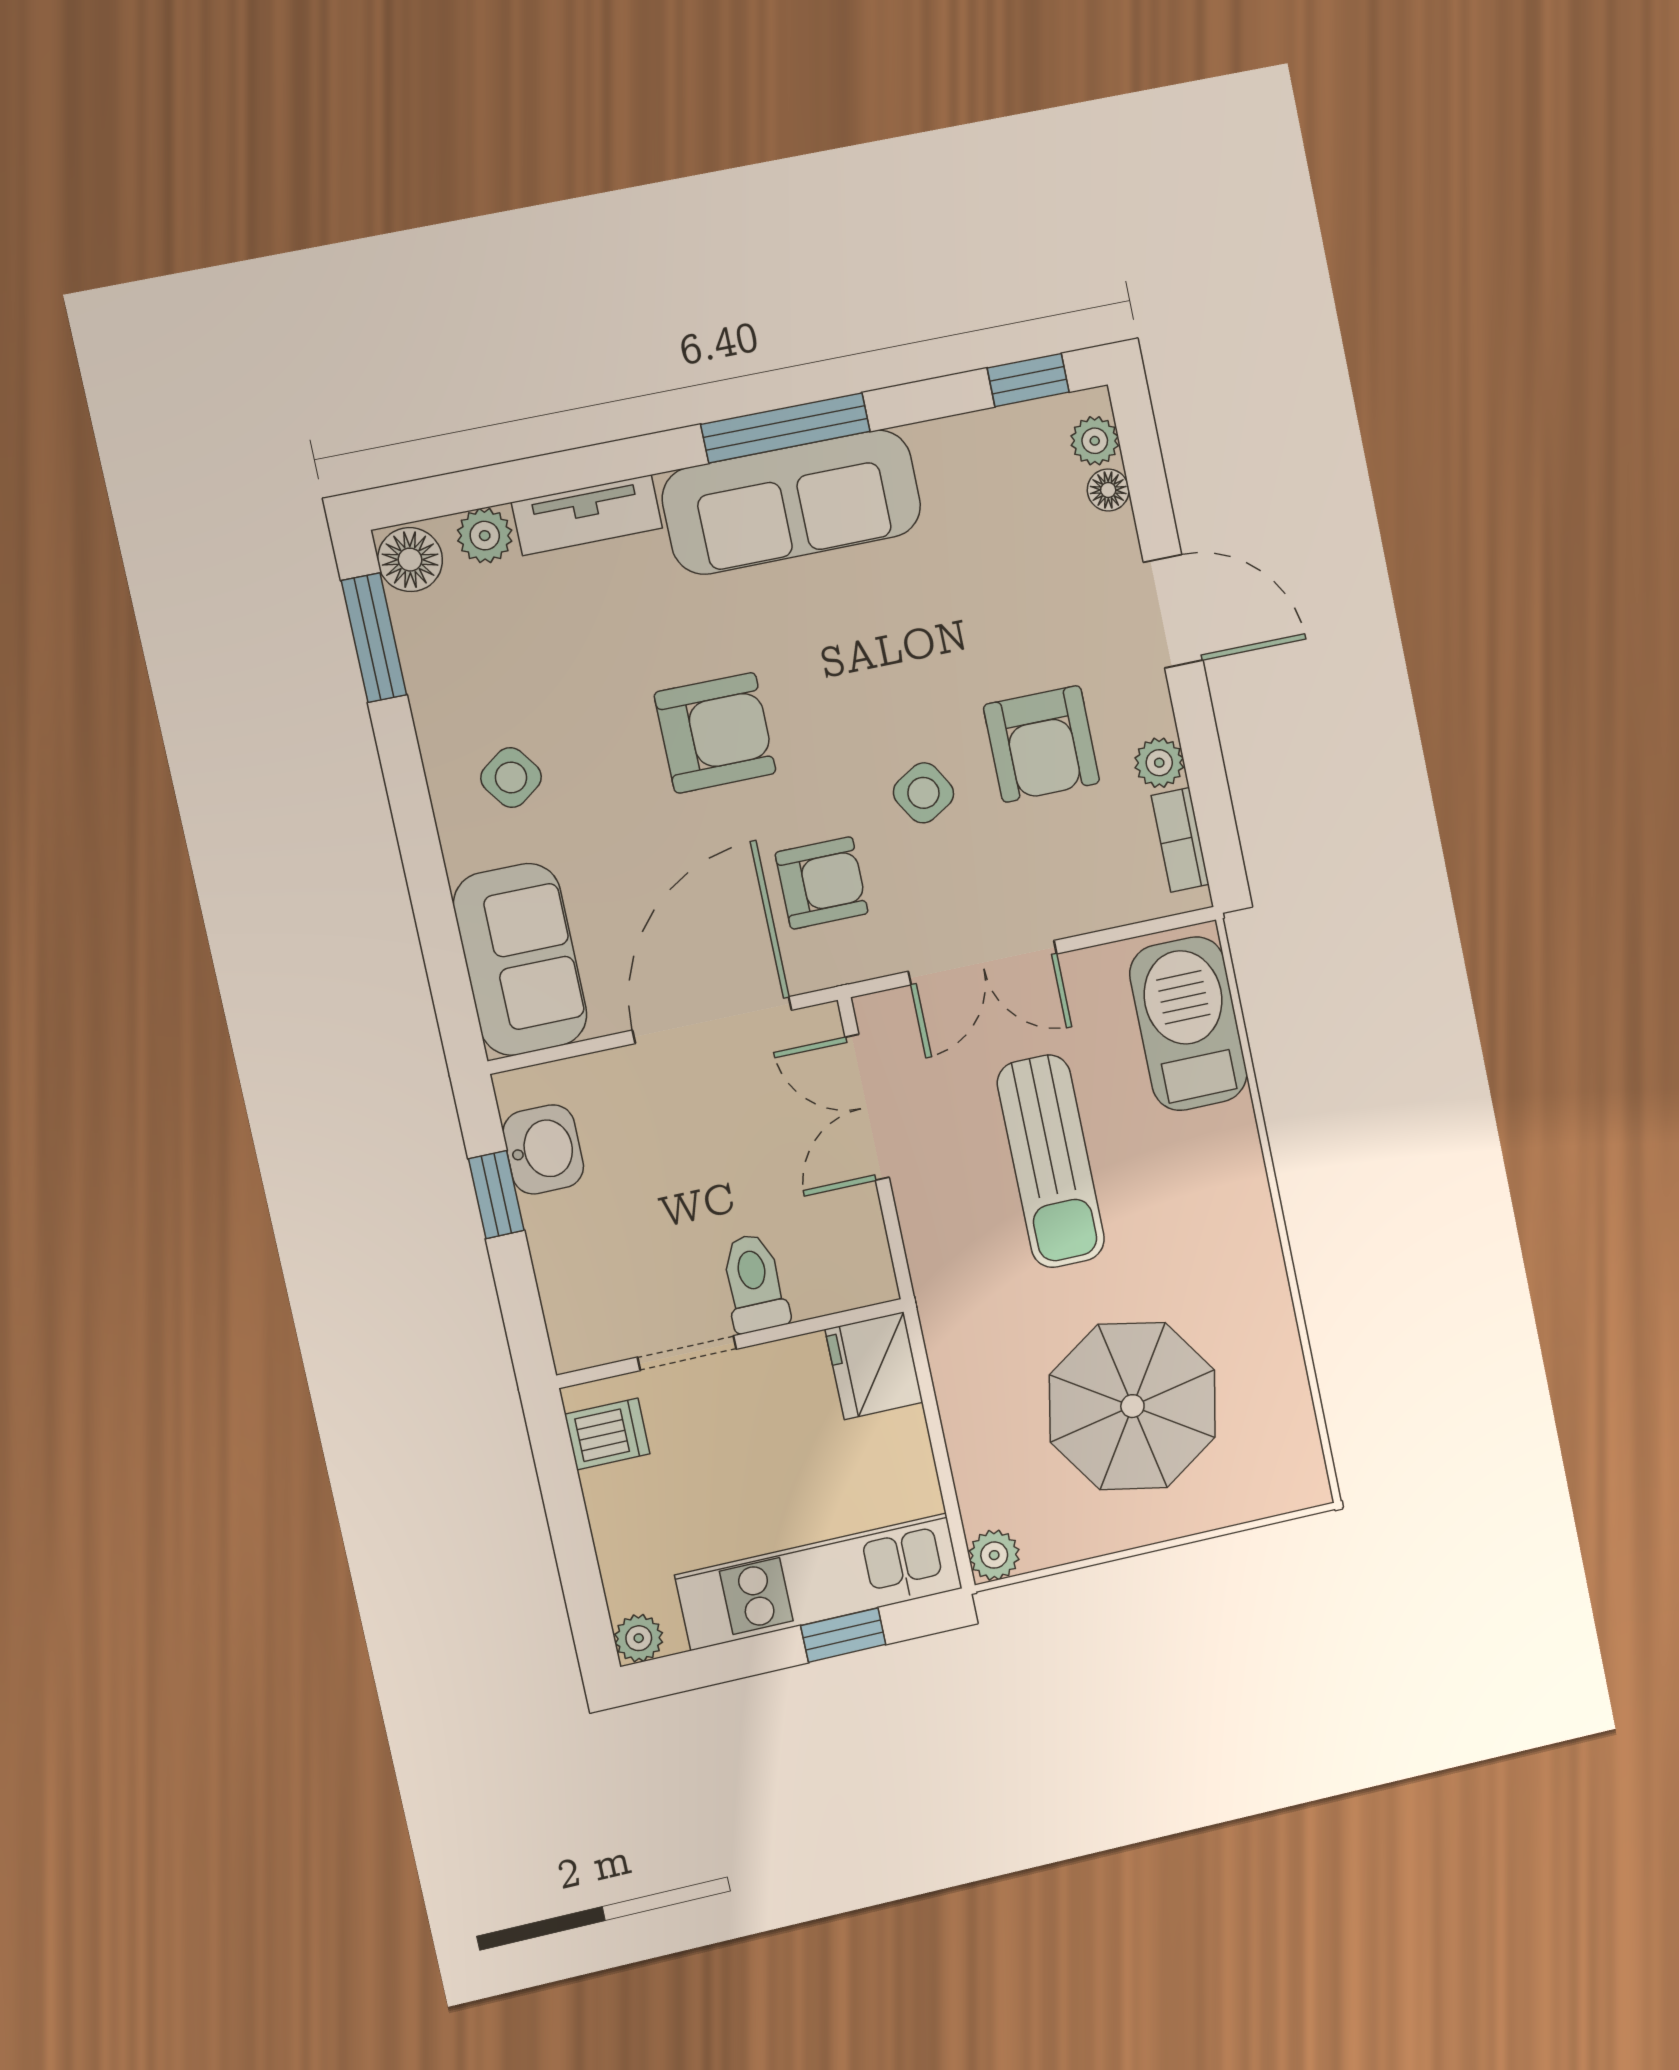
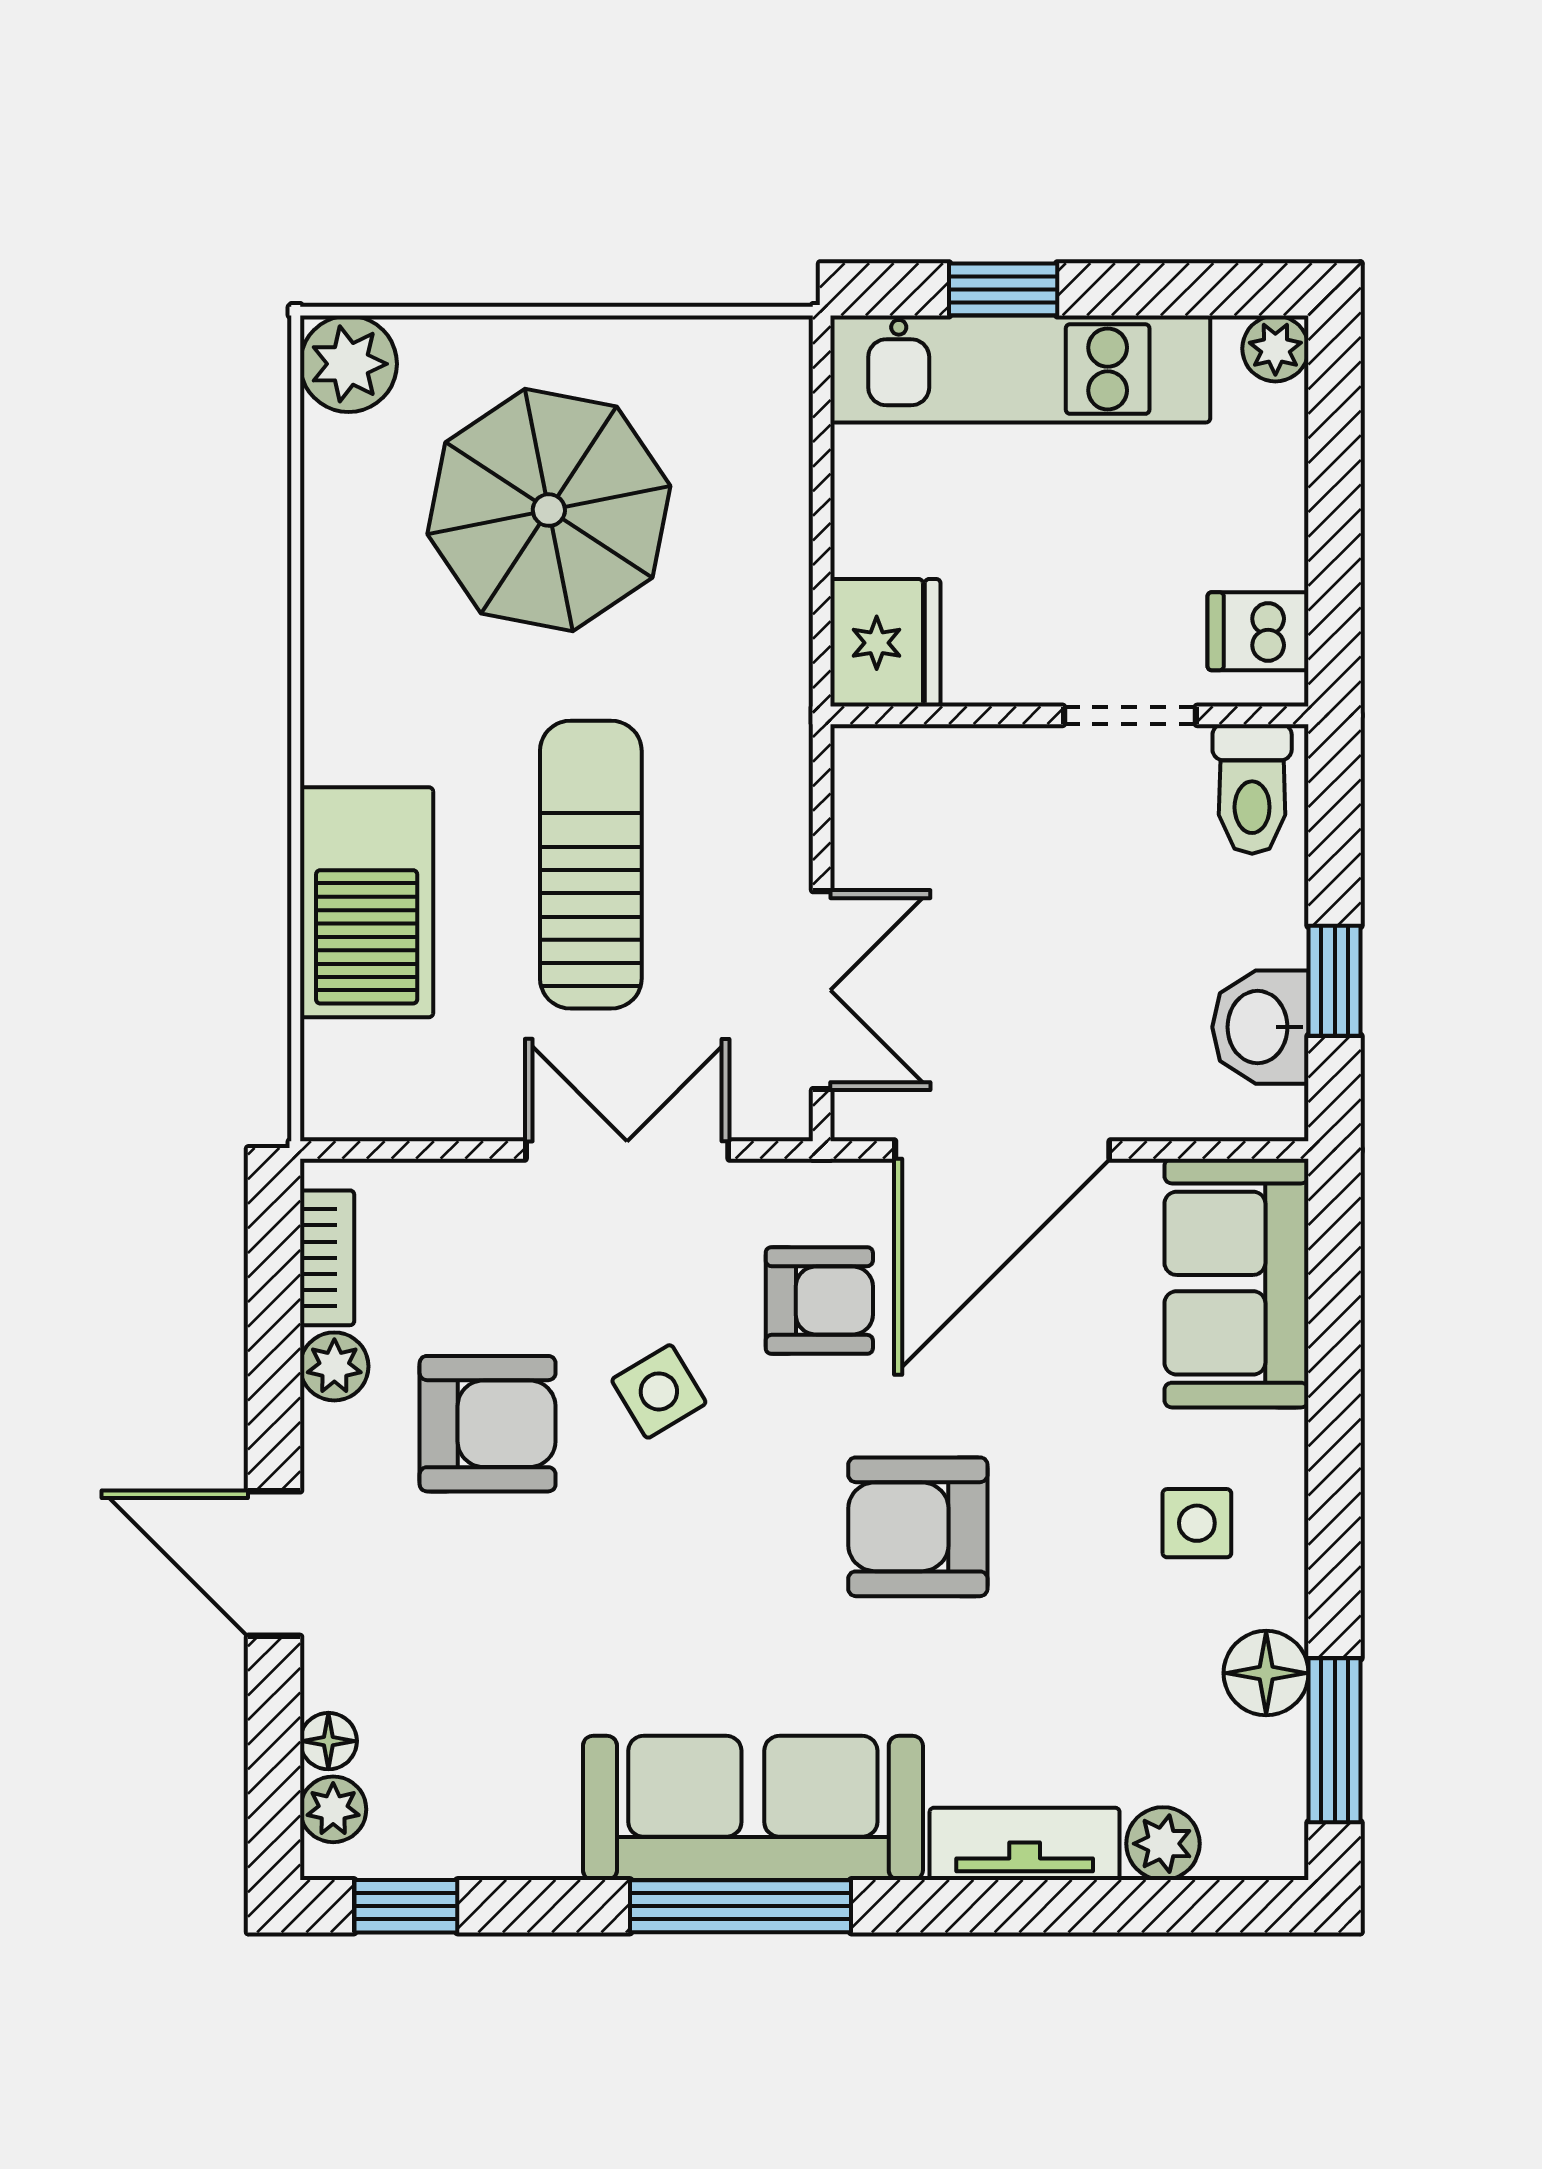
floor lamp: (410, 560) -> (1266, 1673), moved
armchair: (1042, 744) -> (488, 1424), turned 90
side table: (511, 777) -> (1197, 1523), turned 36
armchair: (822, 883) -> (819, 1301), turned 180
barbecue: (1188, 1024) -> (367, 902), moved
toilet: (754, 1283) -> (1252, 789), moved
plant: (994, 1555) -> (348, 364), moved, width x1.38, depth x1.38

